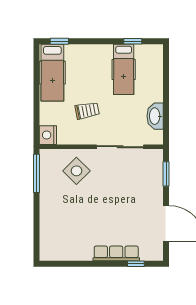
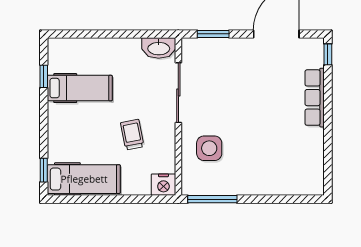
washbasin: (155, 116) -> (159, 48), moved
side table: (76, 171) -> (209, 148), turned 45
window: (136, 264) -> (328, 54), moved

